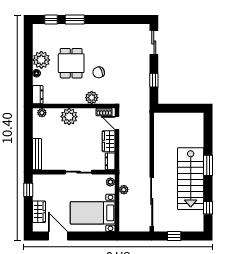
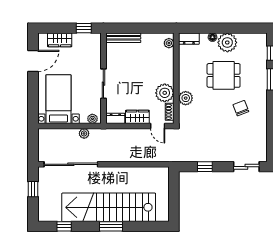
chair: (99, 72) -> (241, 108), moved
plant: (69, 117) -> (165, 93), moved
door: (117, 123) -> (158, 126), swing flipped
stairs: (191, 179) -> (109, 207), width x1.36

